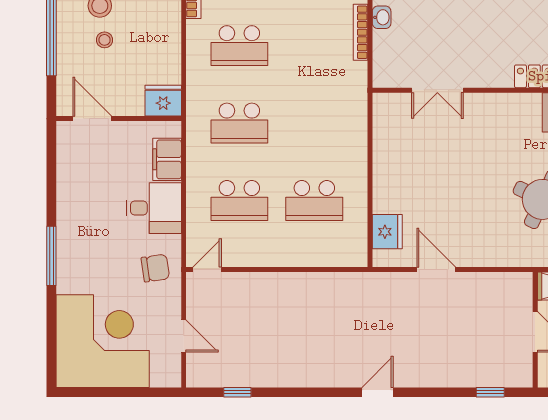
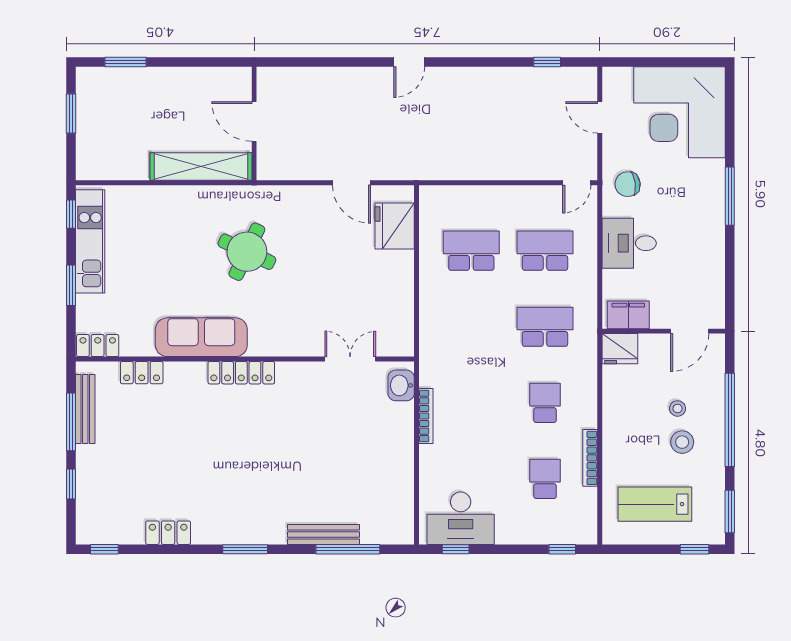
washbasin: (382, 17) -> (401, 385), moved, width x1.38, depth x1.45
school desk: (239, 46) -> (545, 403), width x0.54
door: (92, 119) -> (690, 331), hinge flipped
filing cabinet: (167, 159) -> (628, 315), moved, turned -90
fridge: (387, 232) -> (395, 226), width x1.36, depth x1.34
window: (490, 392) -> (298, 62), removed

